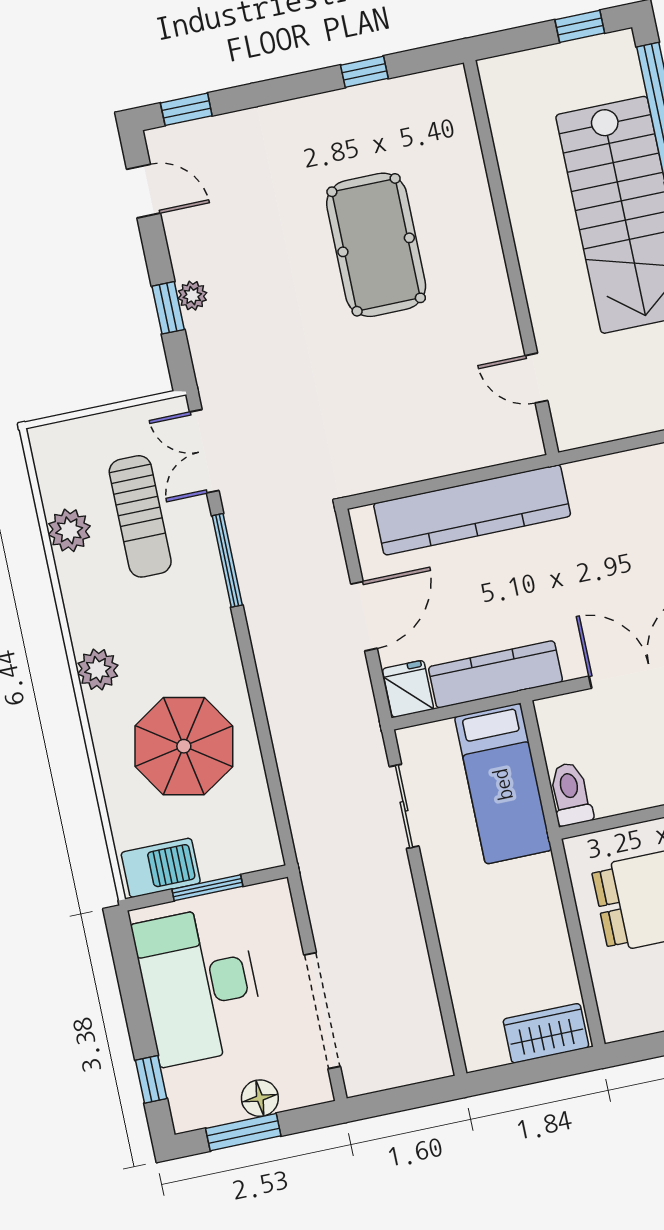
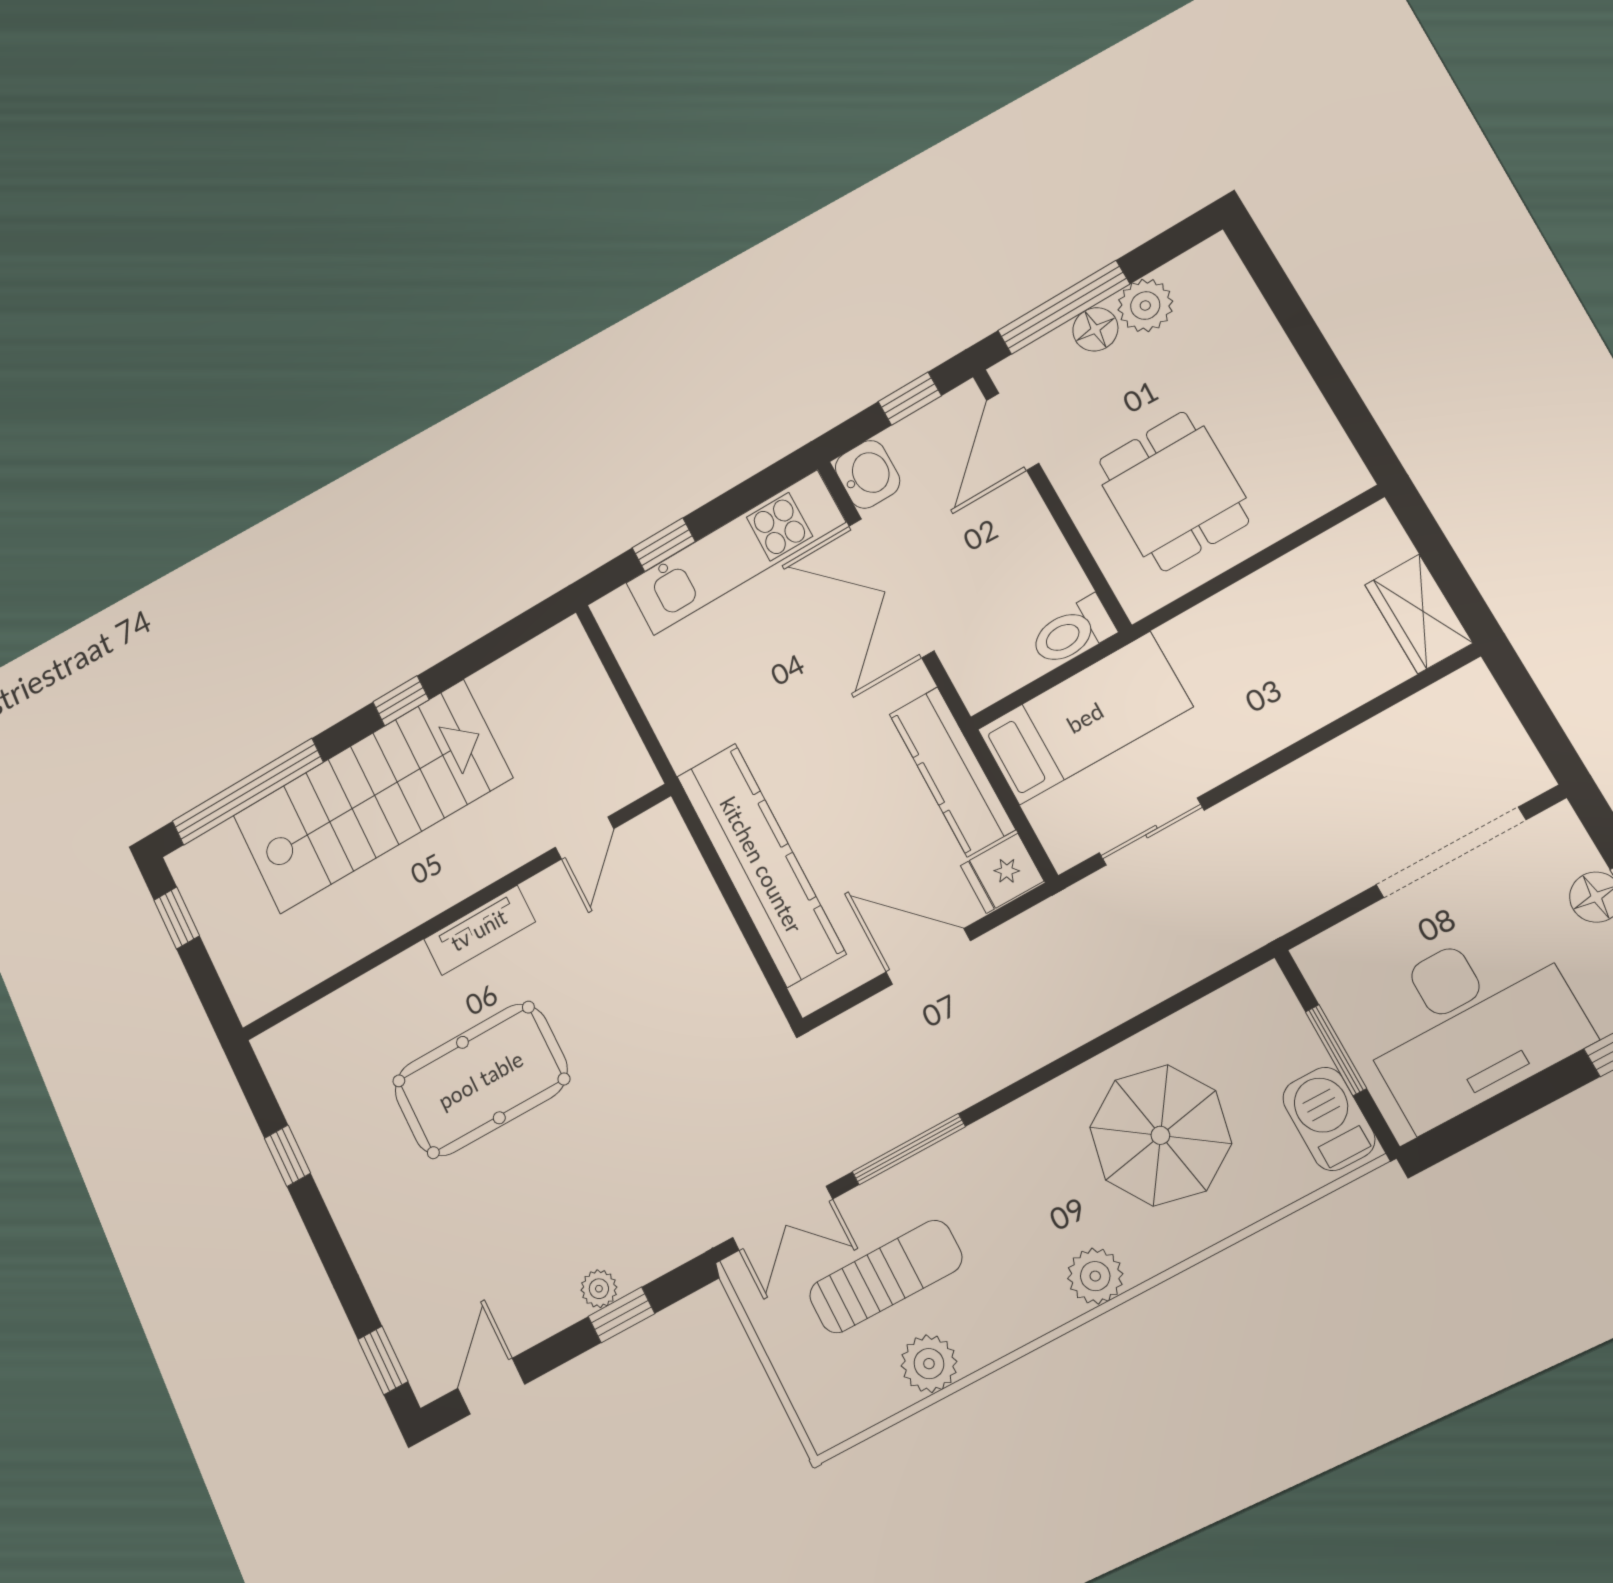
tv unit: (491, 275) -> (479, 930), added
wardrobe: (546, 1033) -> (1419, 614), moved

